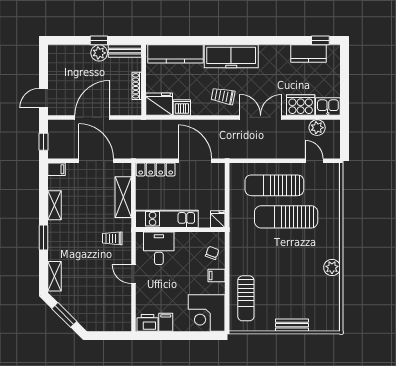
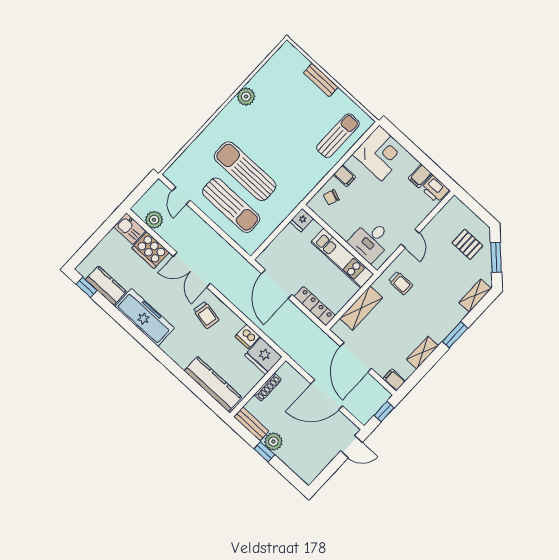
freezer: (231, 56) -> (145, 317), moved
sun lounger: (286, 217) -> (245, 171), turned 180
pallet: (91, 306) -> (467, 244), added

